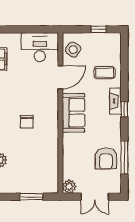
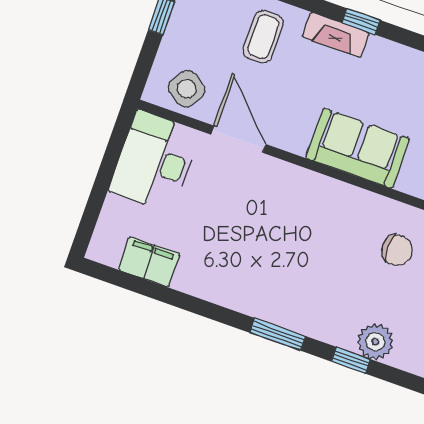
sofa: (73, 113) -> (358, 148), moved
chair: (27, 122) -> (397, 250), moved

